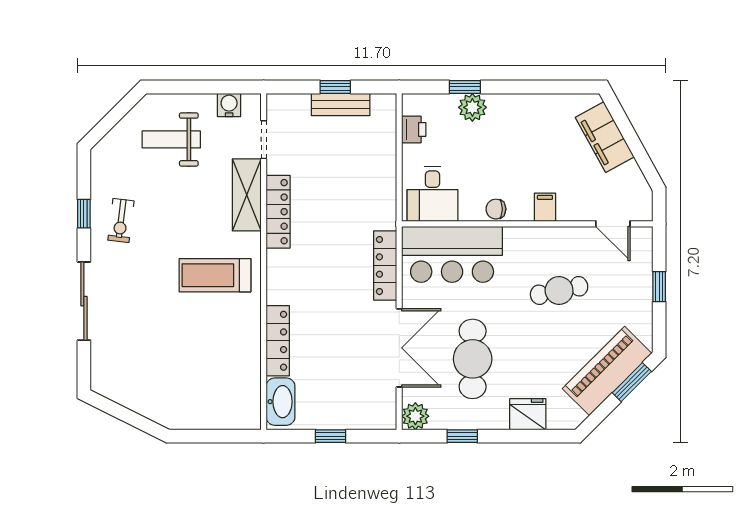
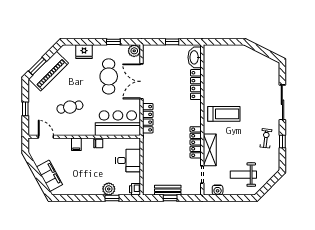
printer: (414, 129) -> (135, 189), moved
weight bench: (171, 139) -> (243, 175), turned 180
desk: (433, 194) -> (128, 161), moved, turned 90

